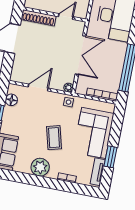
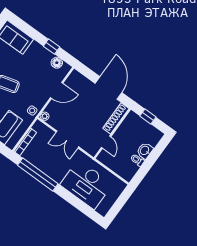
double door: (81, 55) -> (67, 139), width x0.73
door: (38, 87) -> (57, 90), hinge flipped

